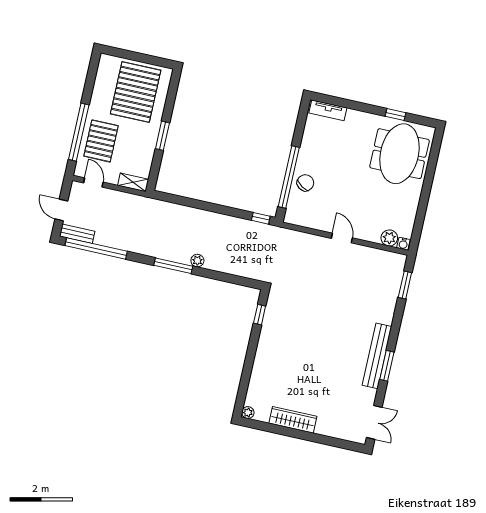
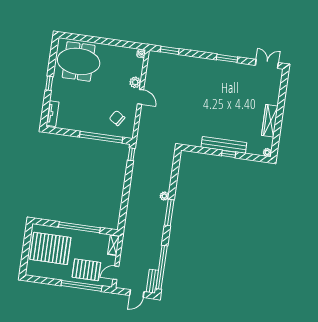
window: (395, 114) -> (49, 83), moved
window: (162, 136) -> (79, 227), width x2.11
chair: (305, 183) -> (117, 118), moved
door: (342, 238) -> (141, 97), swing flipped
plant: (389, 238) -> (135, 82), moved
window: (260, 315) -> (229, 154), moved
bench: (377, 356) -> (224, 145), moved

